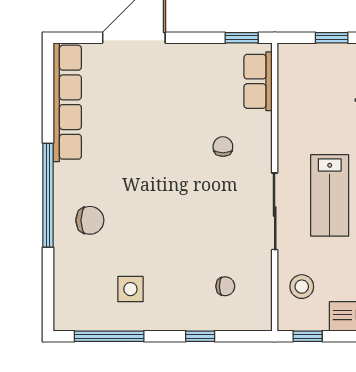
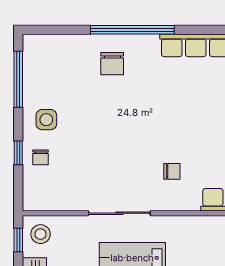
chair: (225, 286) -> (41, 157), moved
stool: (302, 287) -> (41, 234), moved
side table: (130, 289) -> (46, 120), moved

